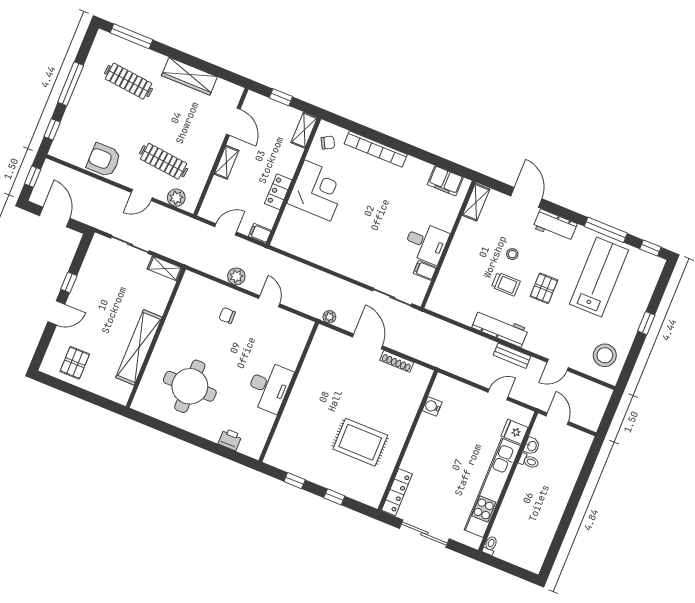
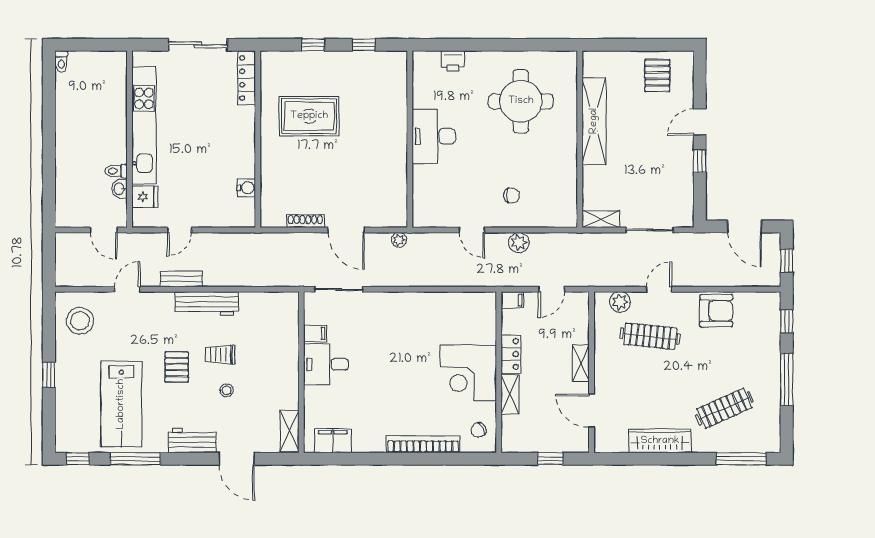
clothes rail: (128, 81) -> (724, 408), turned -30
shelving: (304, 130) -> (510, 395), moved
toilet: (490, 545) -> (61, 61), moved

